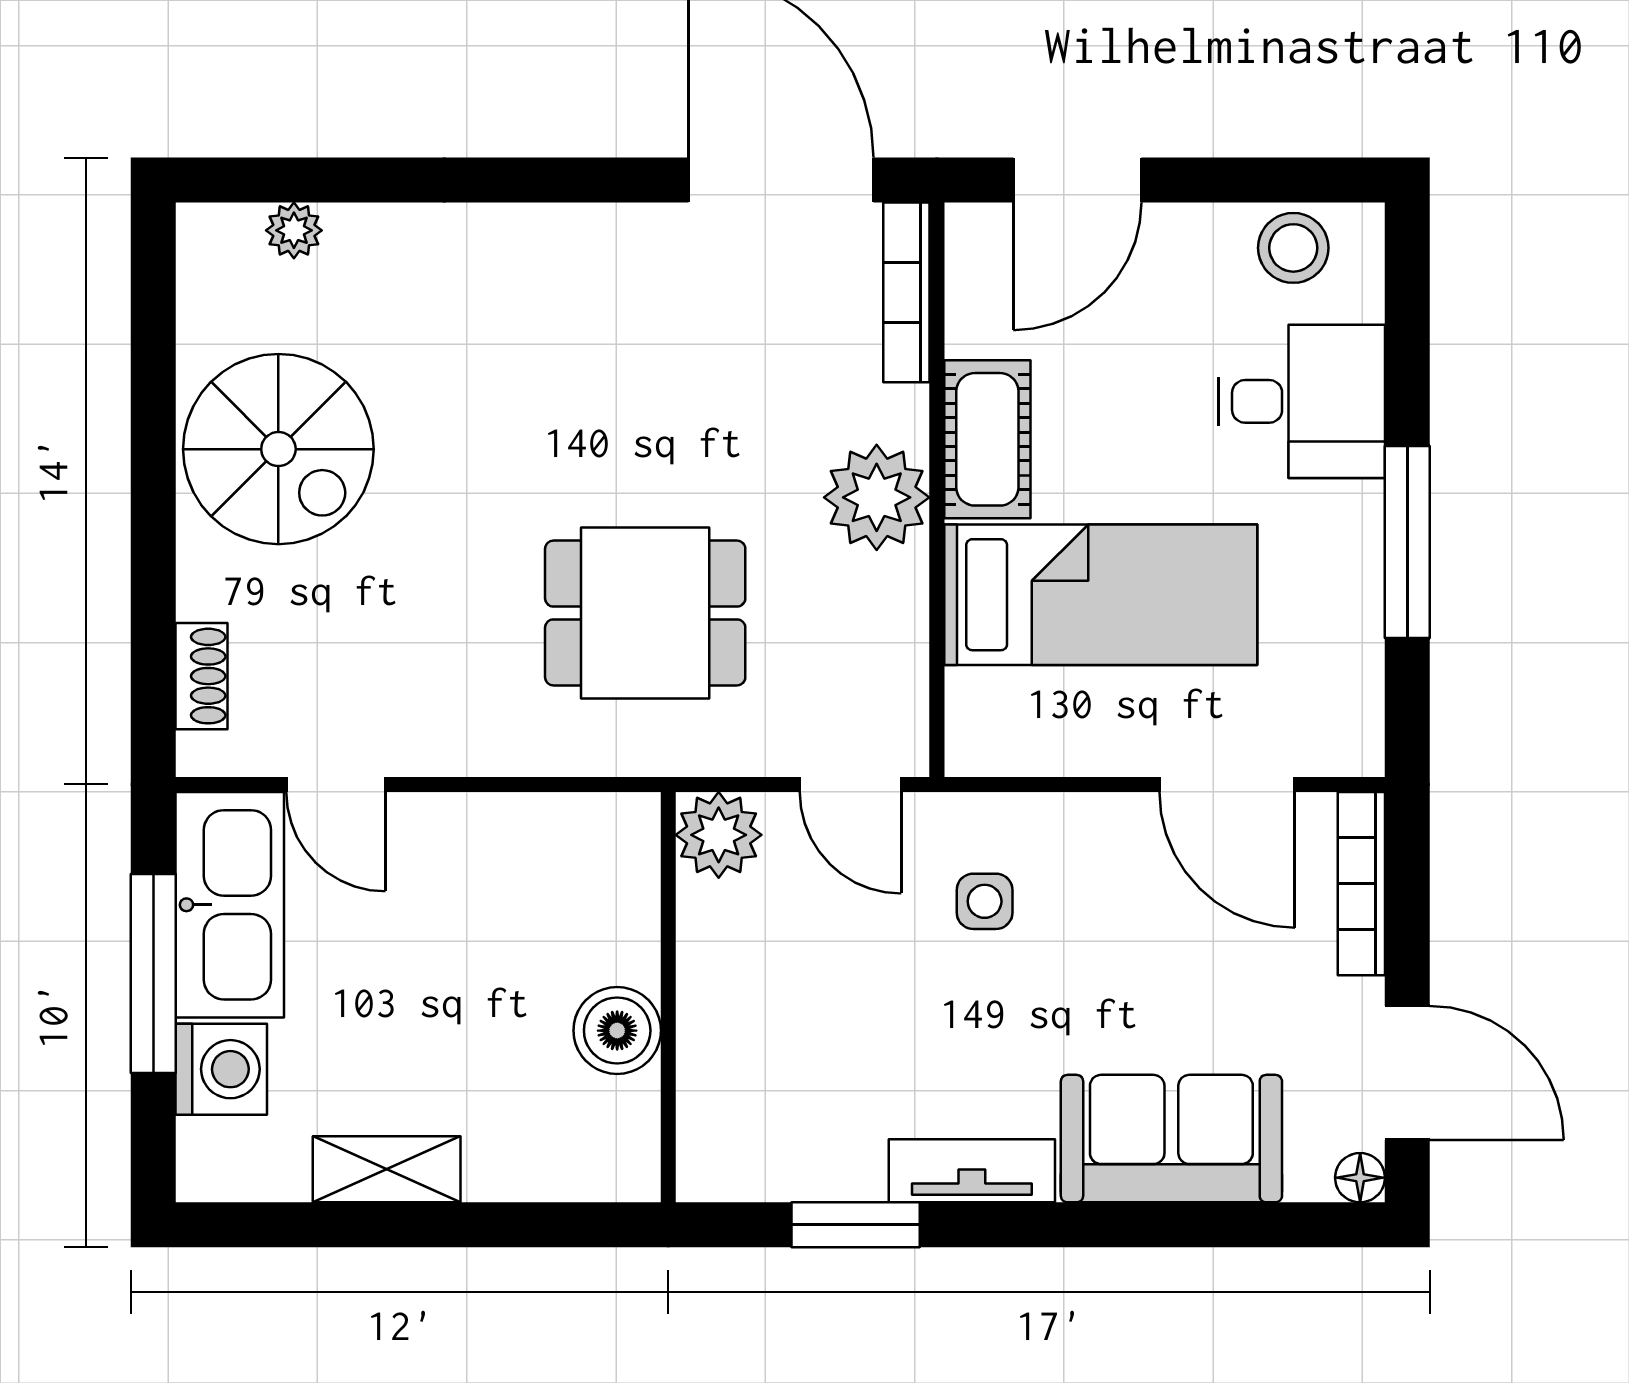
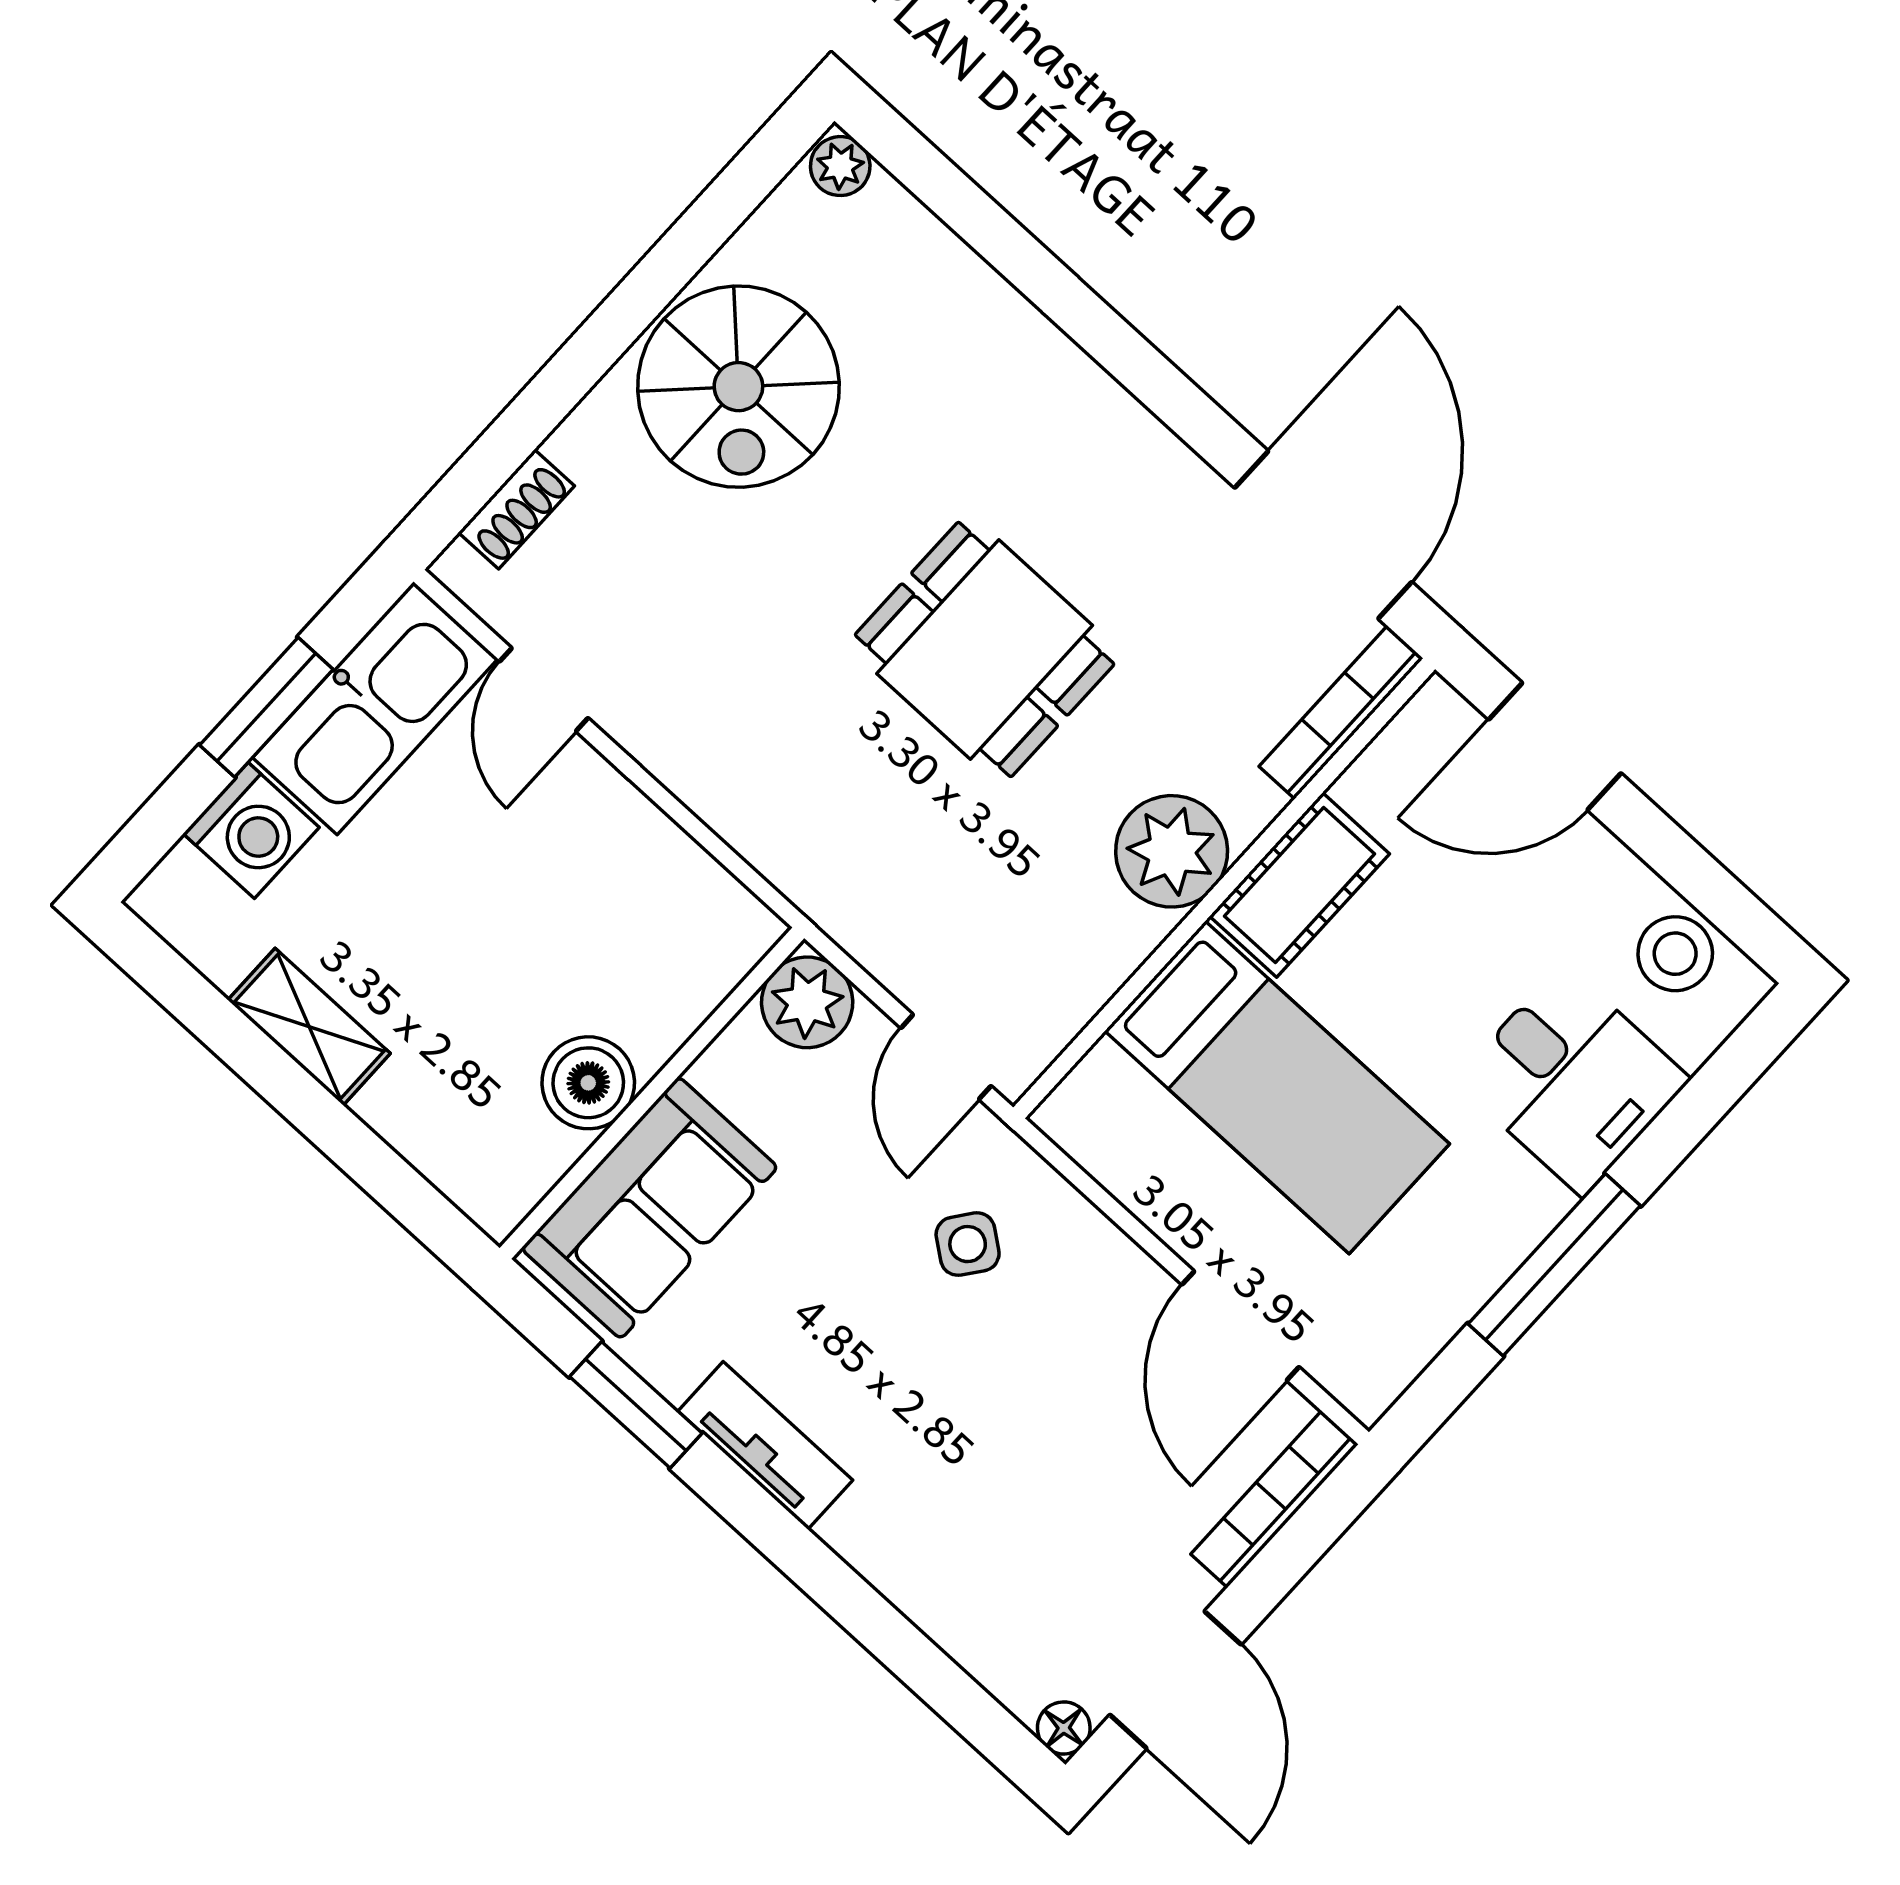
plant: (294, 230) -> (840, 166), moved
dining table: (645, 613) -> (985, 649), moved
side table: (985, 901) -> (968, 1244), turned 37
window: (153, 974) -> (266, 707), width x0.69
sofa: (1171, 1139) -> (650, 1208), moved, turned 90

